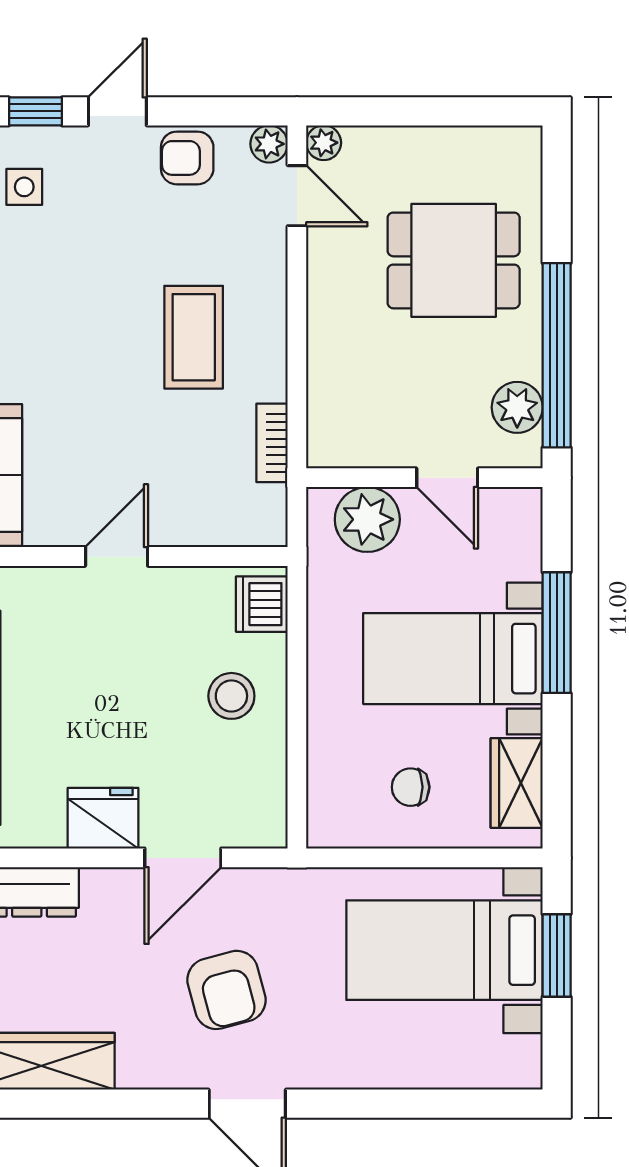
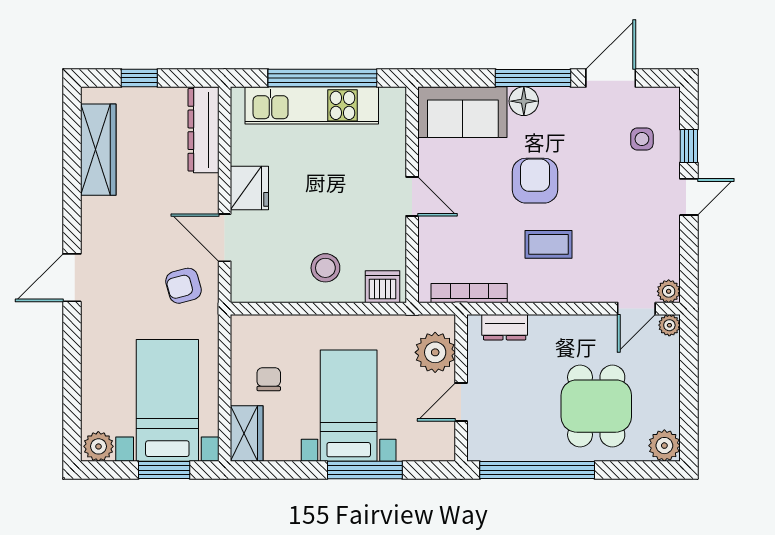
door: (117, 111) -> (689, 197), hinge flipped
armchair: (187, 158) -> (535, 181), moved, width x1.38, depth x1.38
coffee table: (194, 337) -> (548, 244), width x0.73, depth x0.77
plant: (517, 407) -> (664, 446), moved
dresser: (327, 408) -> (505, 327), added
bookcase: (272, 443) -> (469, 293), width x1.56
wardrobe: (517, 783) -> (247, 434), moved, turned 90
armchair: (227, 990) -> (183, 286), moved, width x0.72, depth x0.72
plant: (519, 1061) -> (98, 446), added

